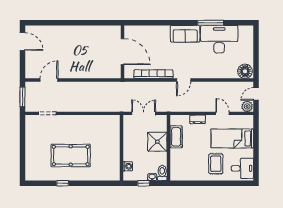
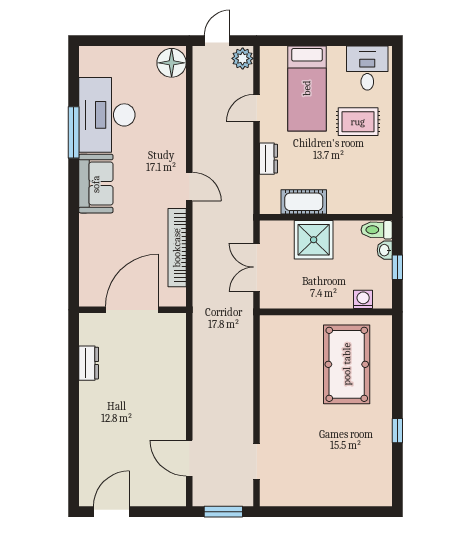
dresser: (96, 30) -> (89, 363), added
door: (256, 94) -> (217, 41), swing flipped
pool table: (71, 155) -> (347, 364), moved

